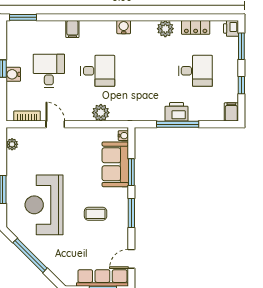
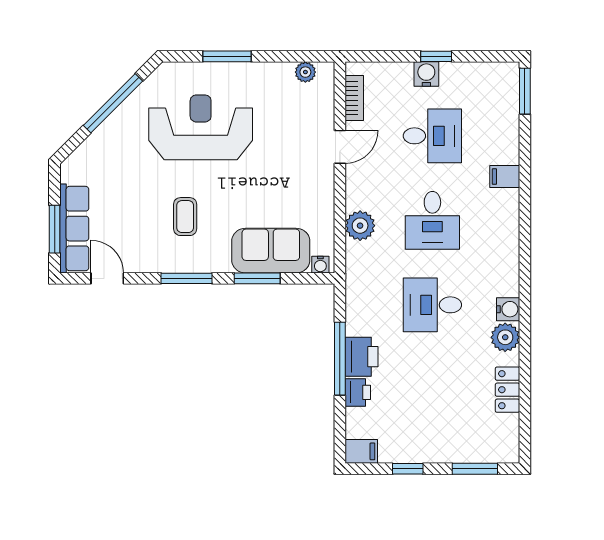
water cooler: (124, 27) -> (508, 309), moved
printer: (231, 28) -> (358, 392), moved, turned 90
desk: (195, 71) -> (432, 305), moved, turned 90

